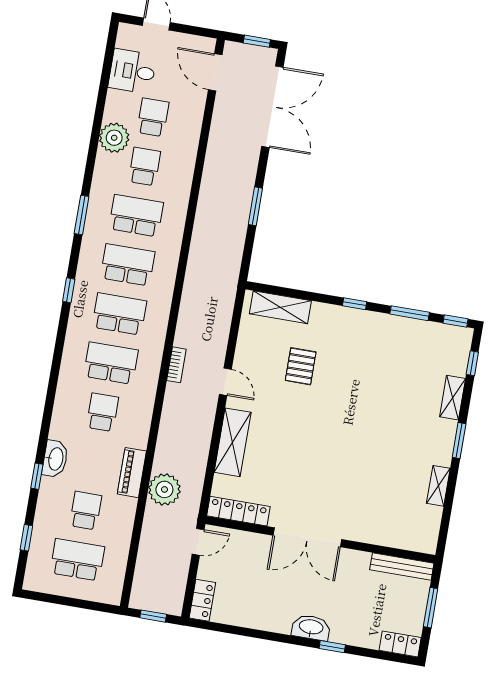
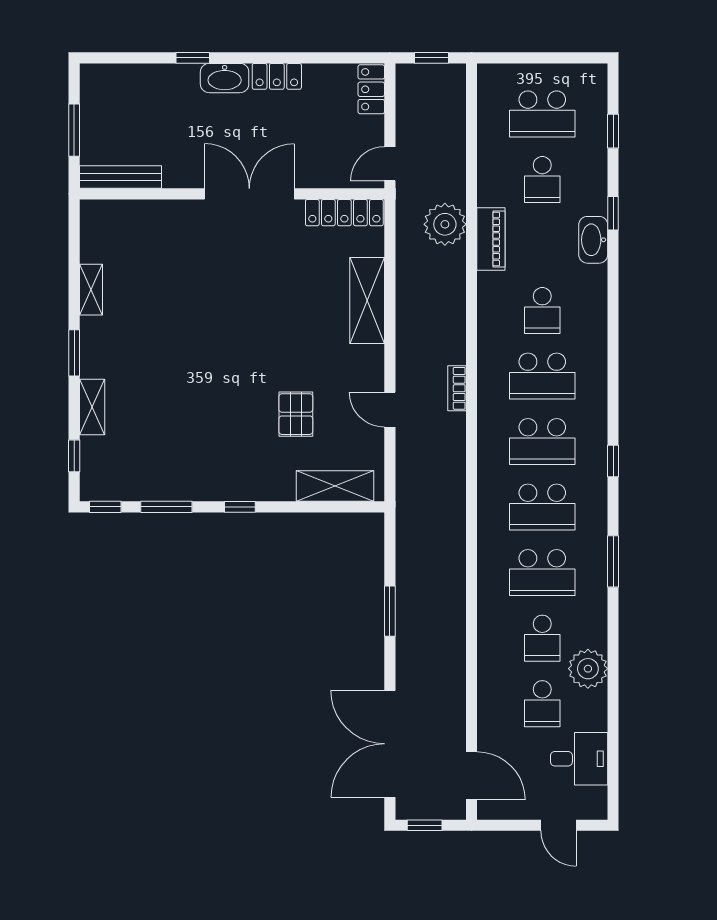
door: (225, 382) -> (390, 410), moved
locker: (400, 644) -> (277, 76), moved

